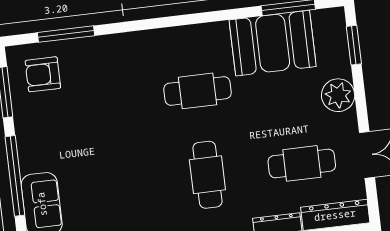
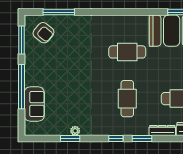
armchair: (43, 74) -> (43, 33), turned -141

